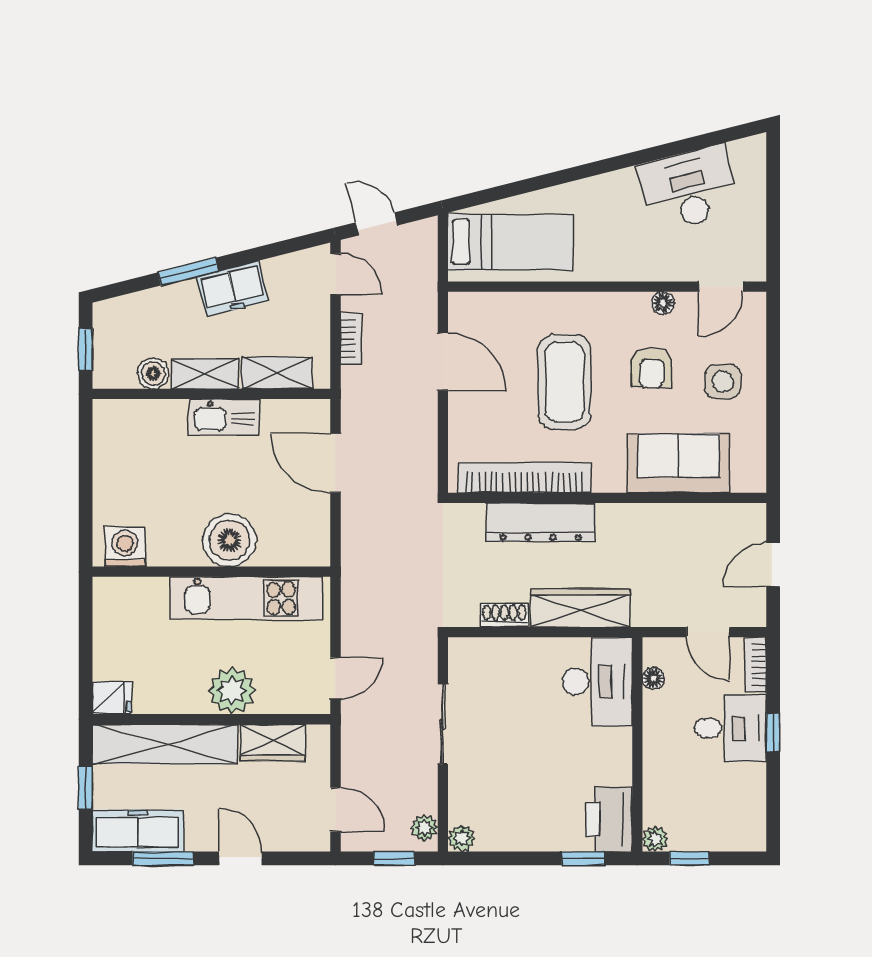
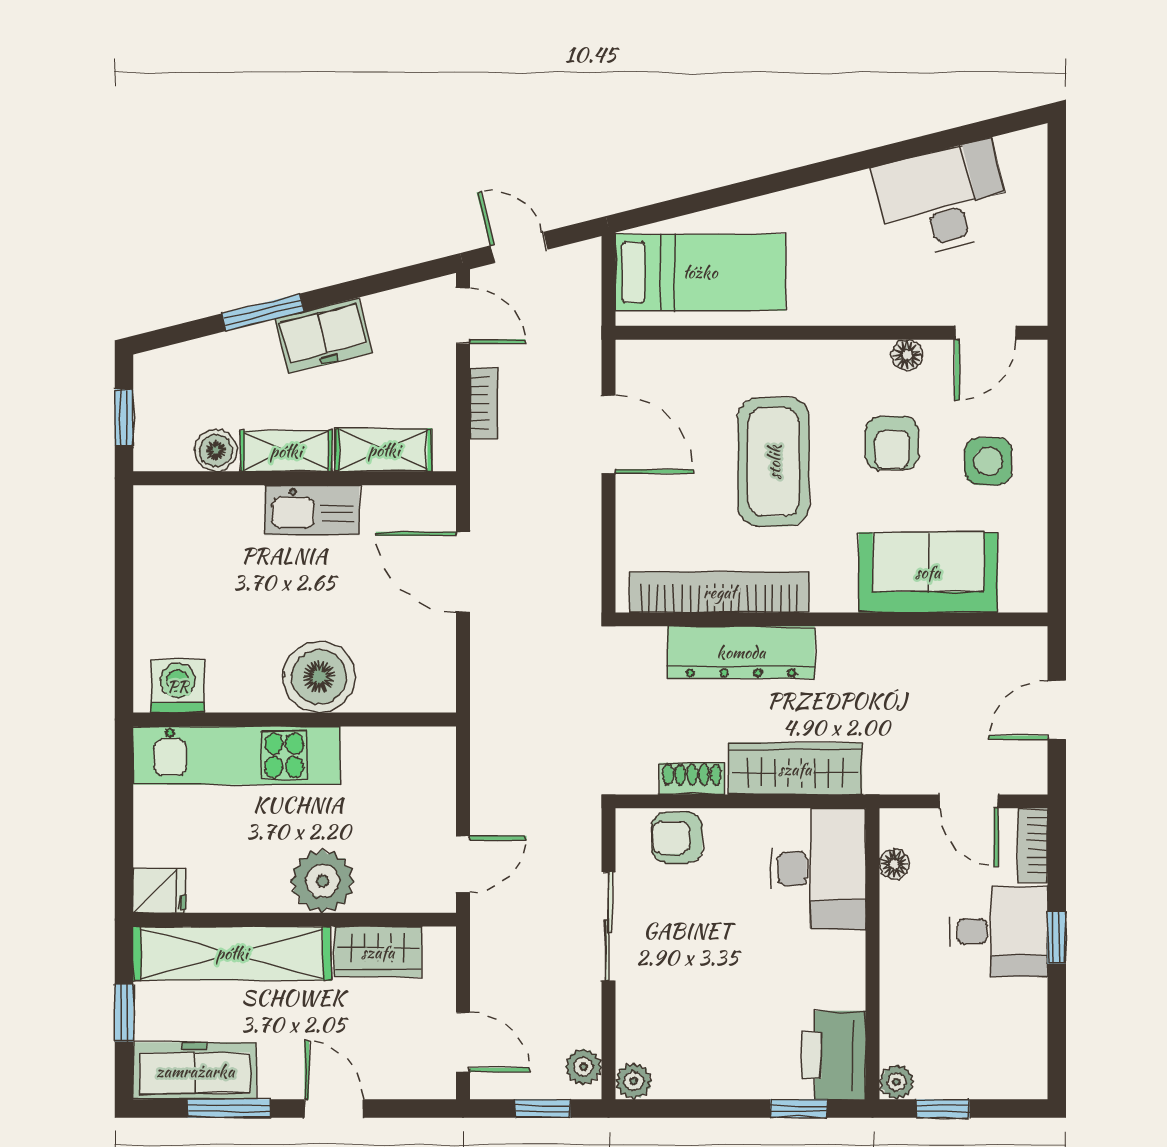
kitchen unit: (246, 598) -> (237, 755), moved
armchair: (493, 659) -> (677, 837), added

